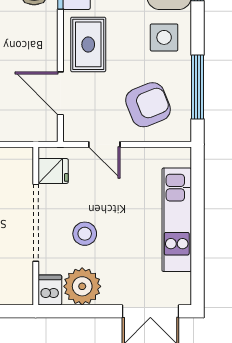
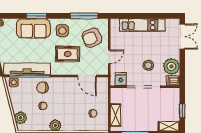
rug: (88, 44) -> (68, 54), moved
door: (60, 93) -> (87, 76), hinge flipped
armchair: (148, 105) -> (92, 38), turned -90

